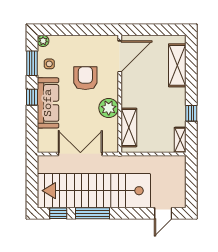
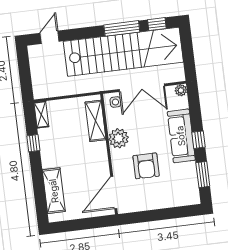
plant: (43, 41) -> (181, 90), moved
side table: (49, 64) -> (115, 102), moved

